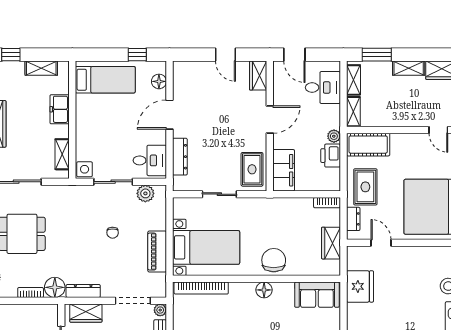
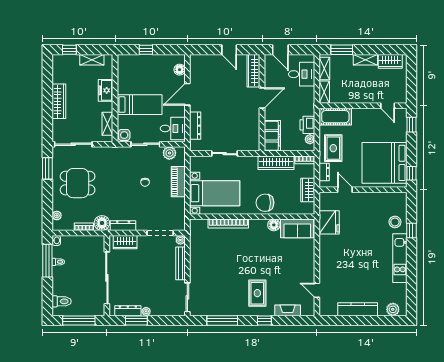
window: (137, 55) -> (146, 50), moved
wardrobe: (258, 76) -> (253, 71), width x1.50
bed: (105, 80) -> (140, 105), moved
plant: (334, 136) -> (310, 139), moved
rug: (252, 169) -> (249, 135), removed
wardrobe: (289, 207) -> (276, 163), added
piano: (157, 252) -> (178, 182), moved
chair: (274, 260) -> (265, 203), turned -90
bookcase: (201, 288) -> (228, 223), moved
floor lamp: (264, 290) -> (274, 225), moved

